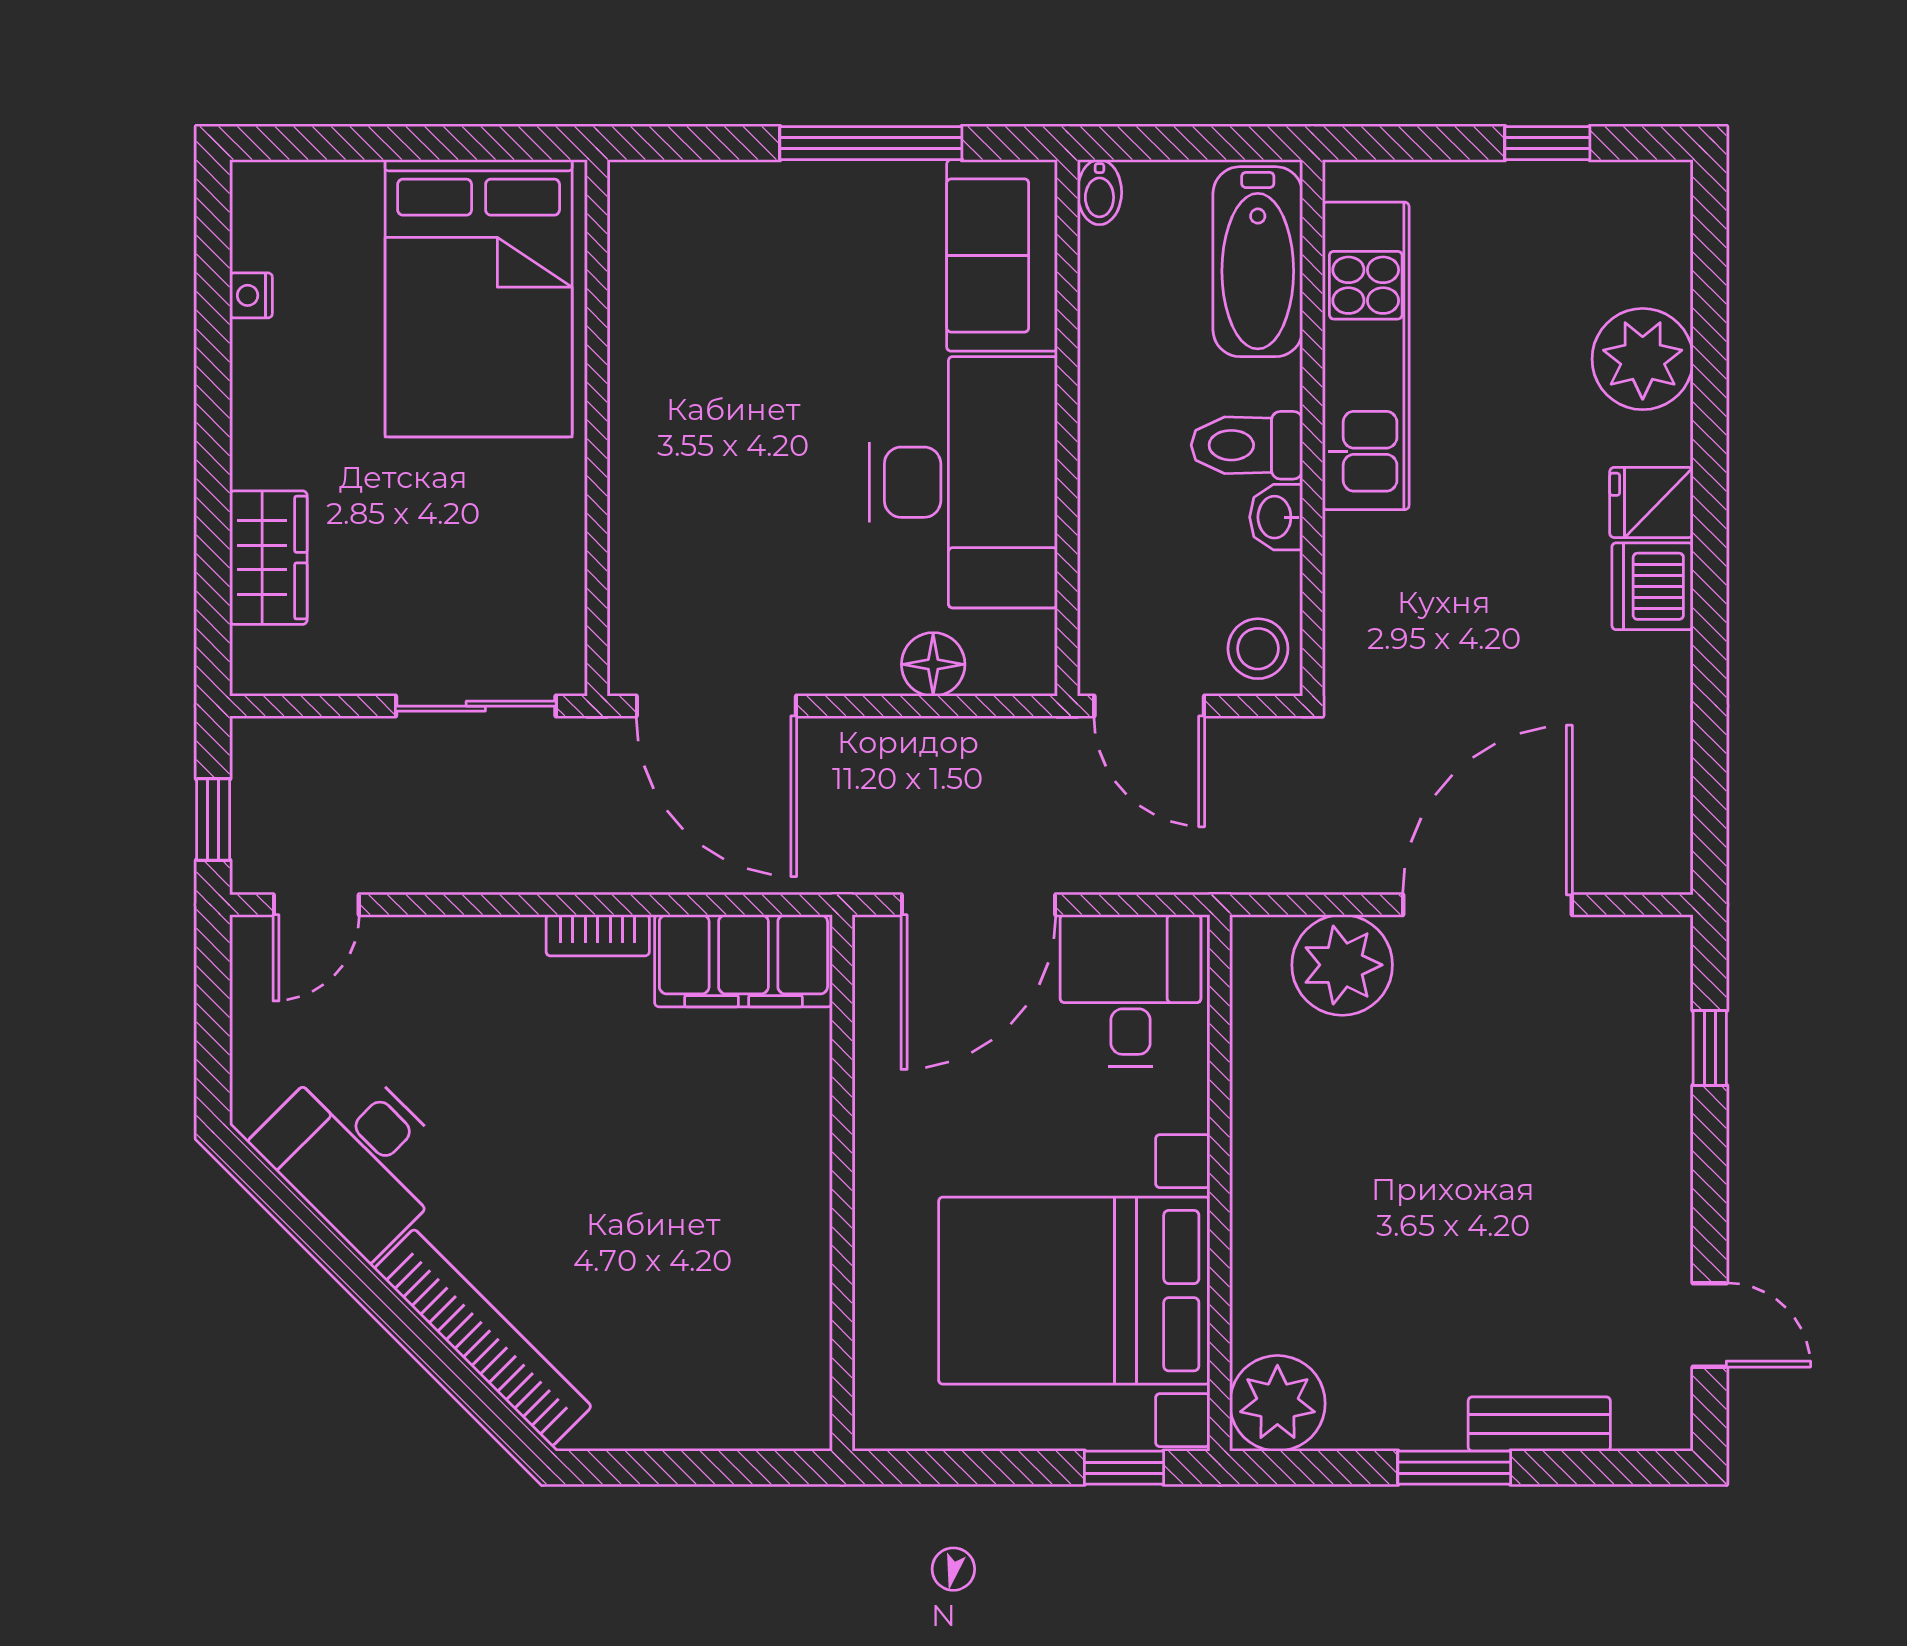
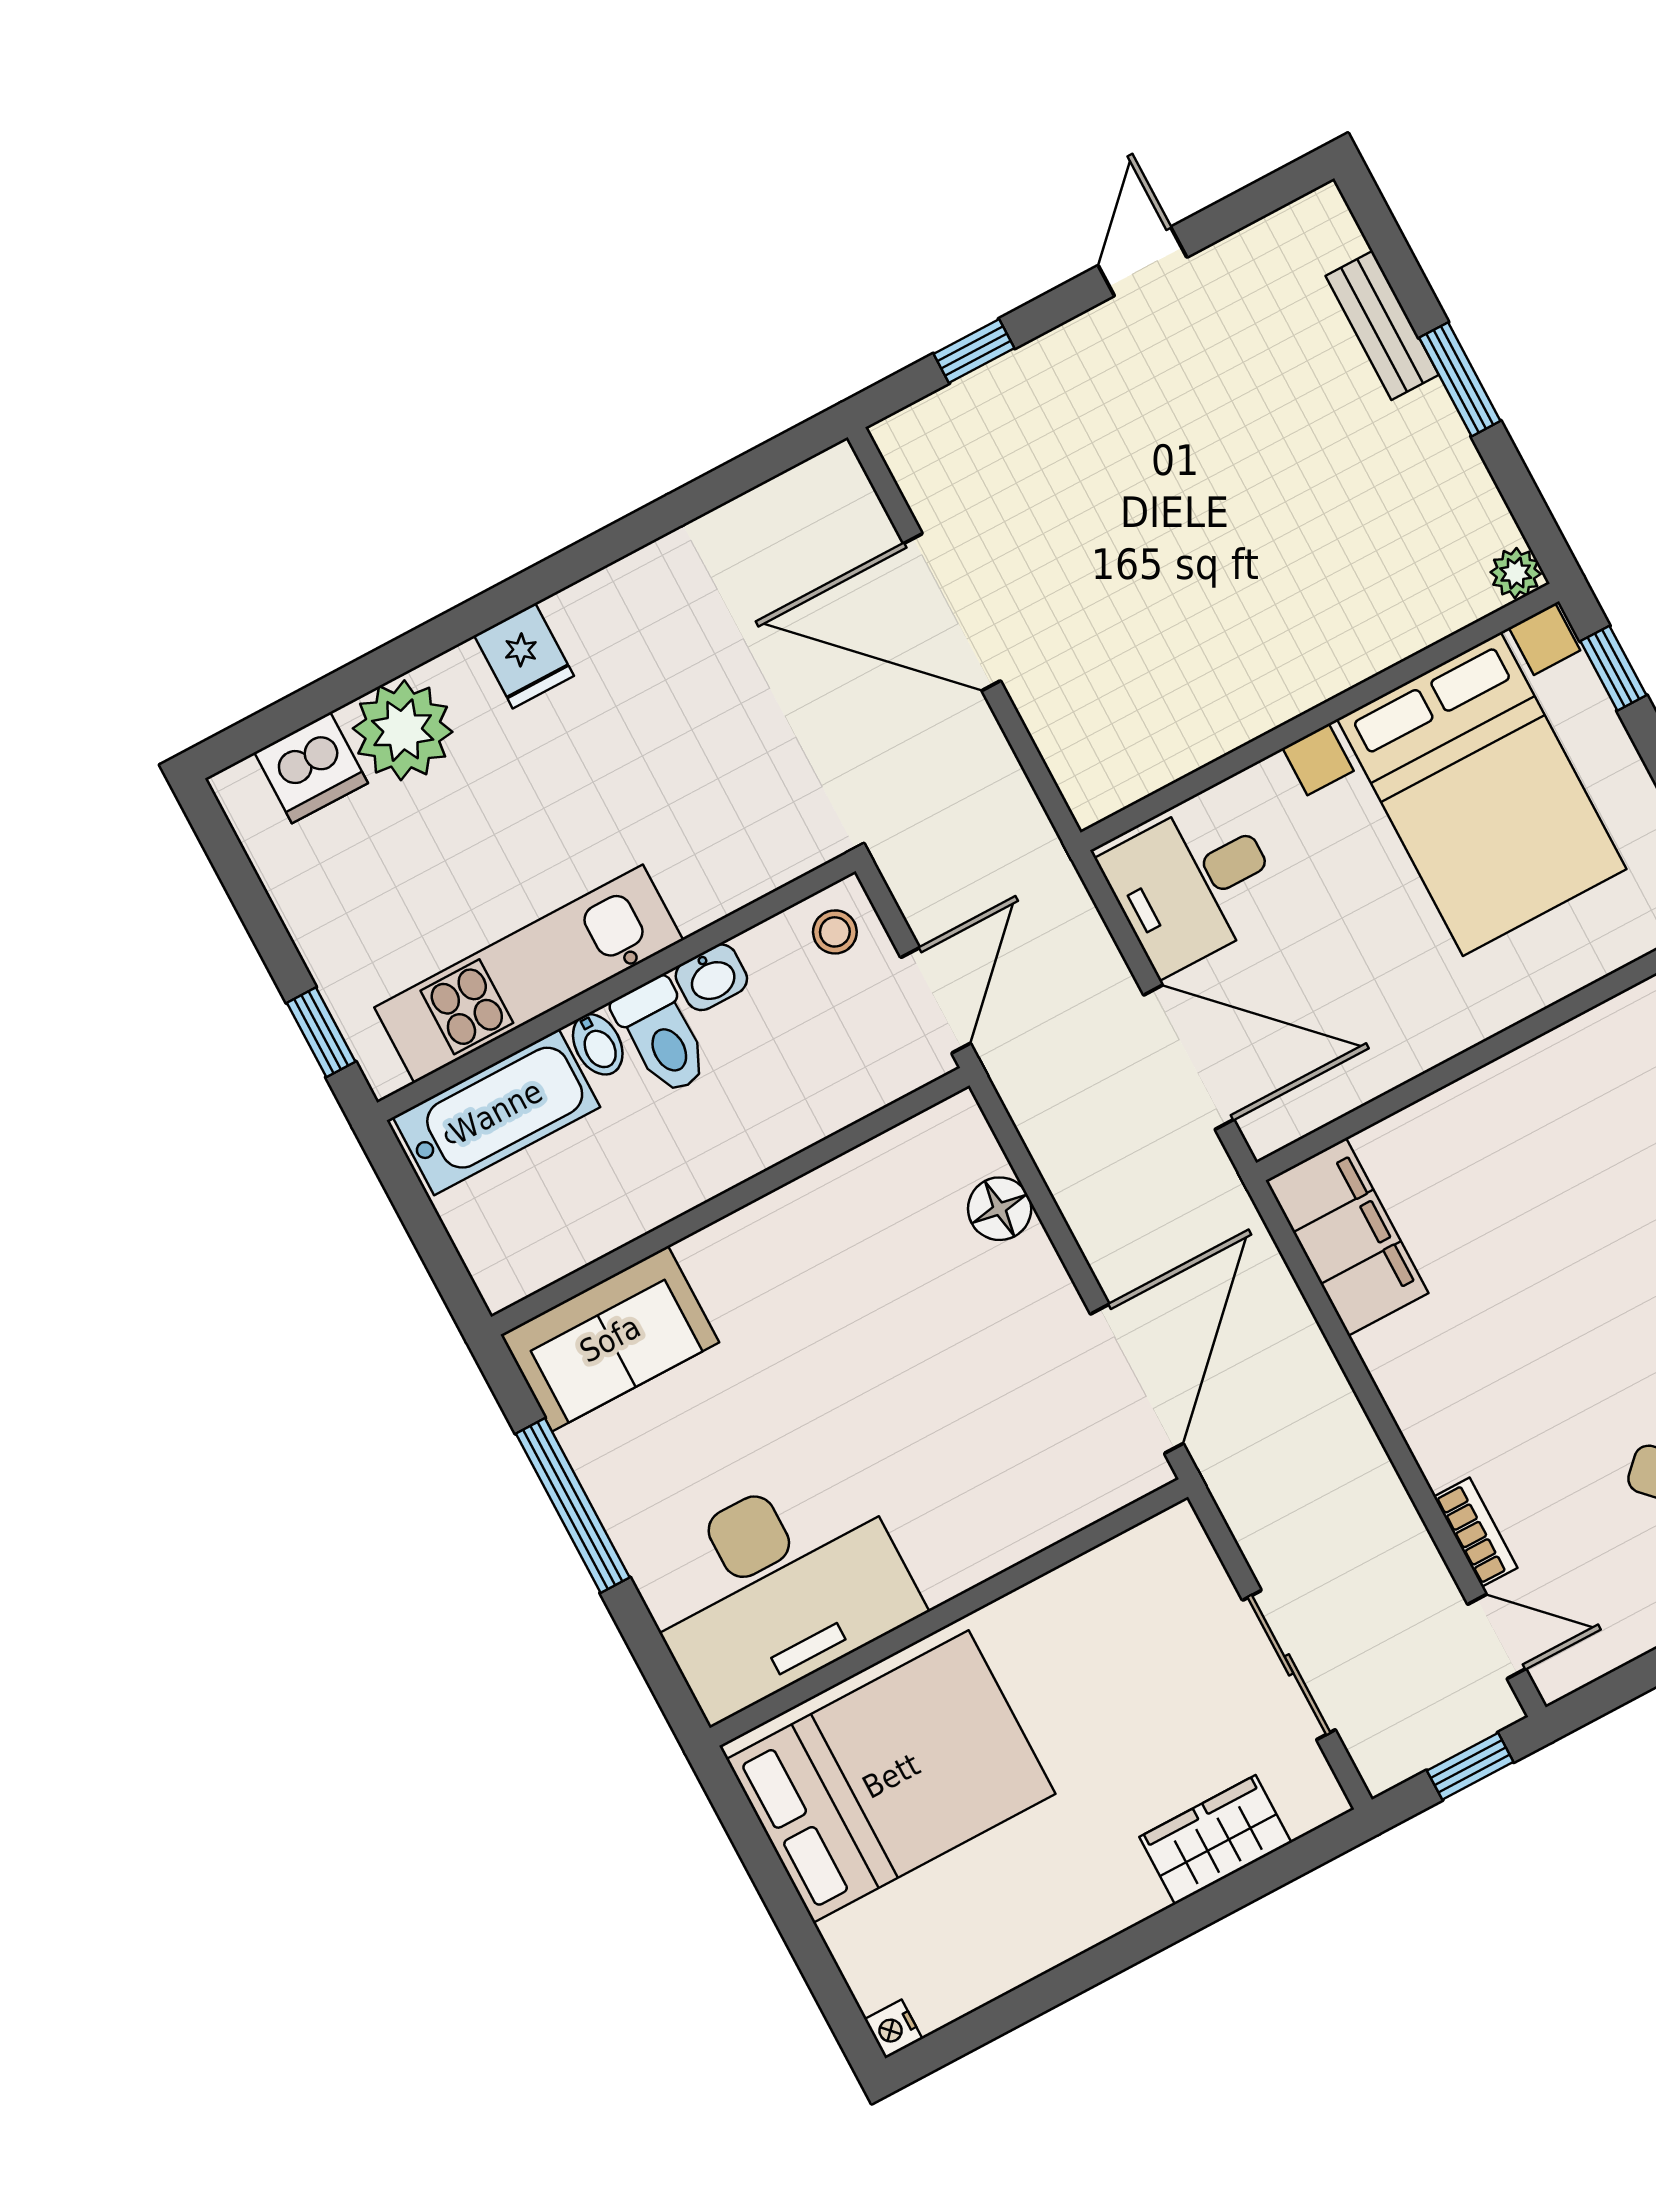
window: (1547, 143) -> (321, 1032), moved
bidet: (1099, 192) -> (598, 1044), moved, turned 90
nightstand: (251, 295) -> (893, 2029), moved, turned 90
desk: (963, 482) -> (776, 1588), moved, turned 180
dishwasher: (1653, 586) -> (311, 768), moved
stool: (1258, 649) -> (835, 932), width x0.73, depth x0.73
sliding door: (476, 706) -> (1289, 1665), moved
bookcase: (598, 935) -> (1476, 1532), moved
plant: (1342, 965) -> (1072, 711), removed
door: (1710, 1325) -> (1143, 261), moved
plant: (1277, 1403) -> (1516, 573), width x0.53, depth x0.53

